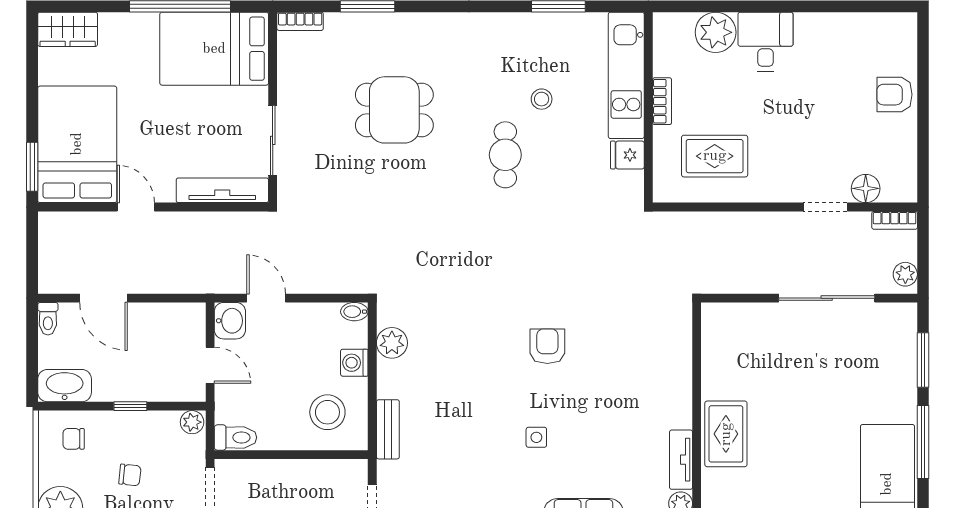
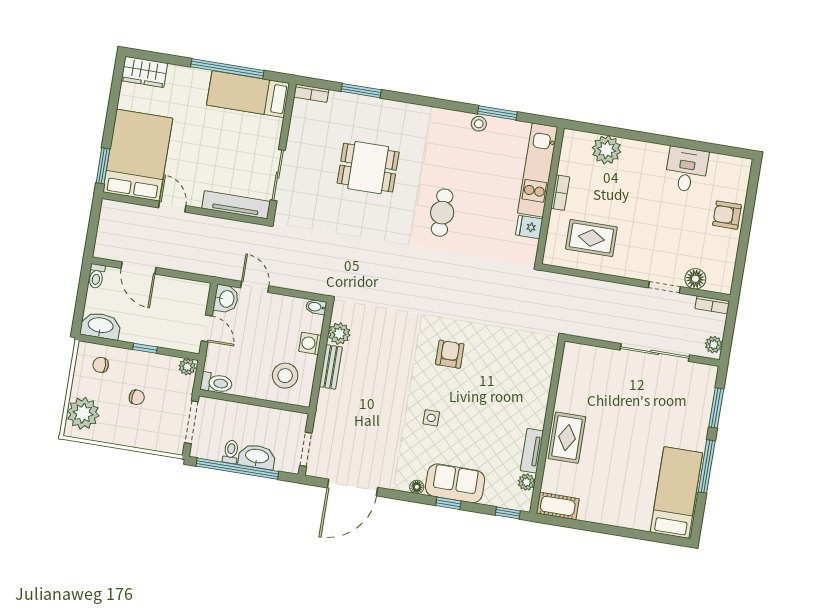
desk: (766, 42) -> (687, 170), moved
bed: (214, 49) -> (248, 94), width x0.67
stool: (542, 99) -> (479, 124), moved
bench: (388, 429) -> (331, 367), moved

